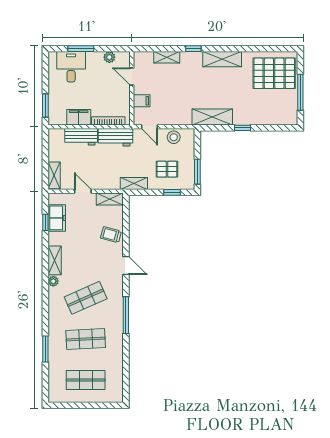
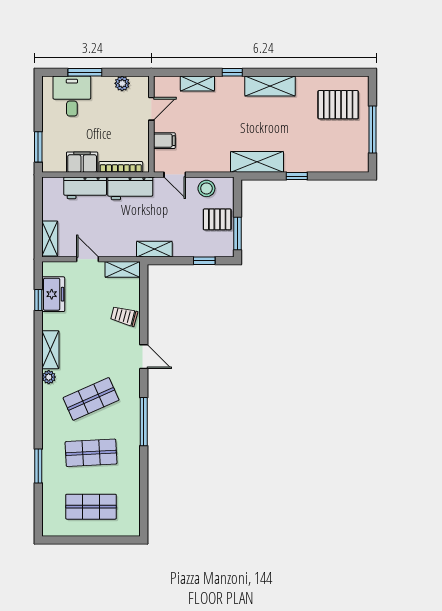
pallet: (274, 73) -> (338, 105), width x0.73, depth x0.71
door: (132, 76) -> (151, 109), swing flipped
pallet: (167, 169) -> (217, 219), moved

